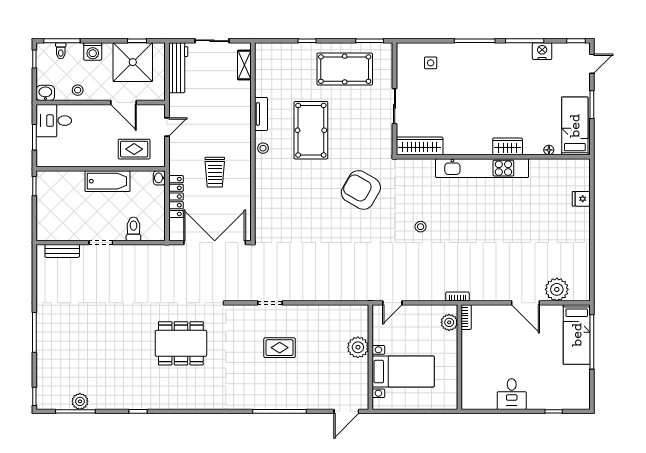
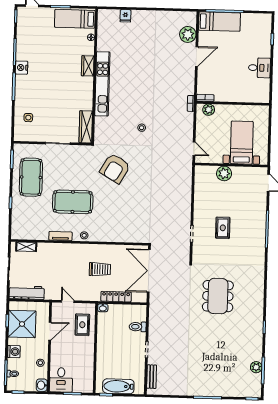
nightstand: (542, 51) -> (22, 68), moved
bathtub: (107, 181) -> (118, 386), moved, turned -90

